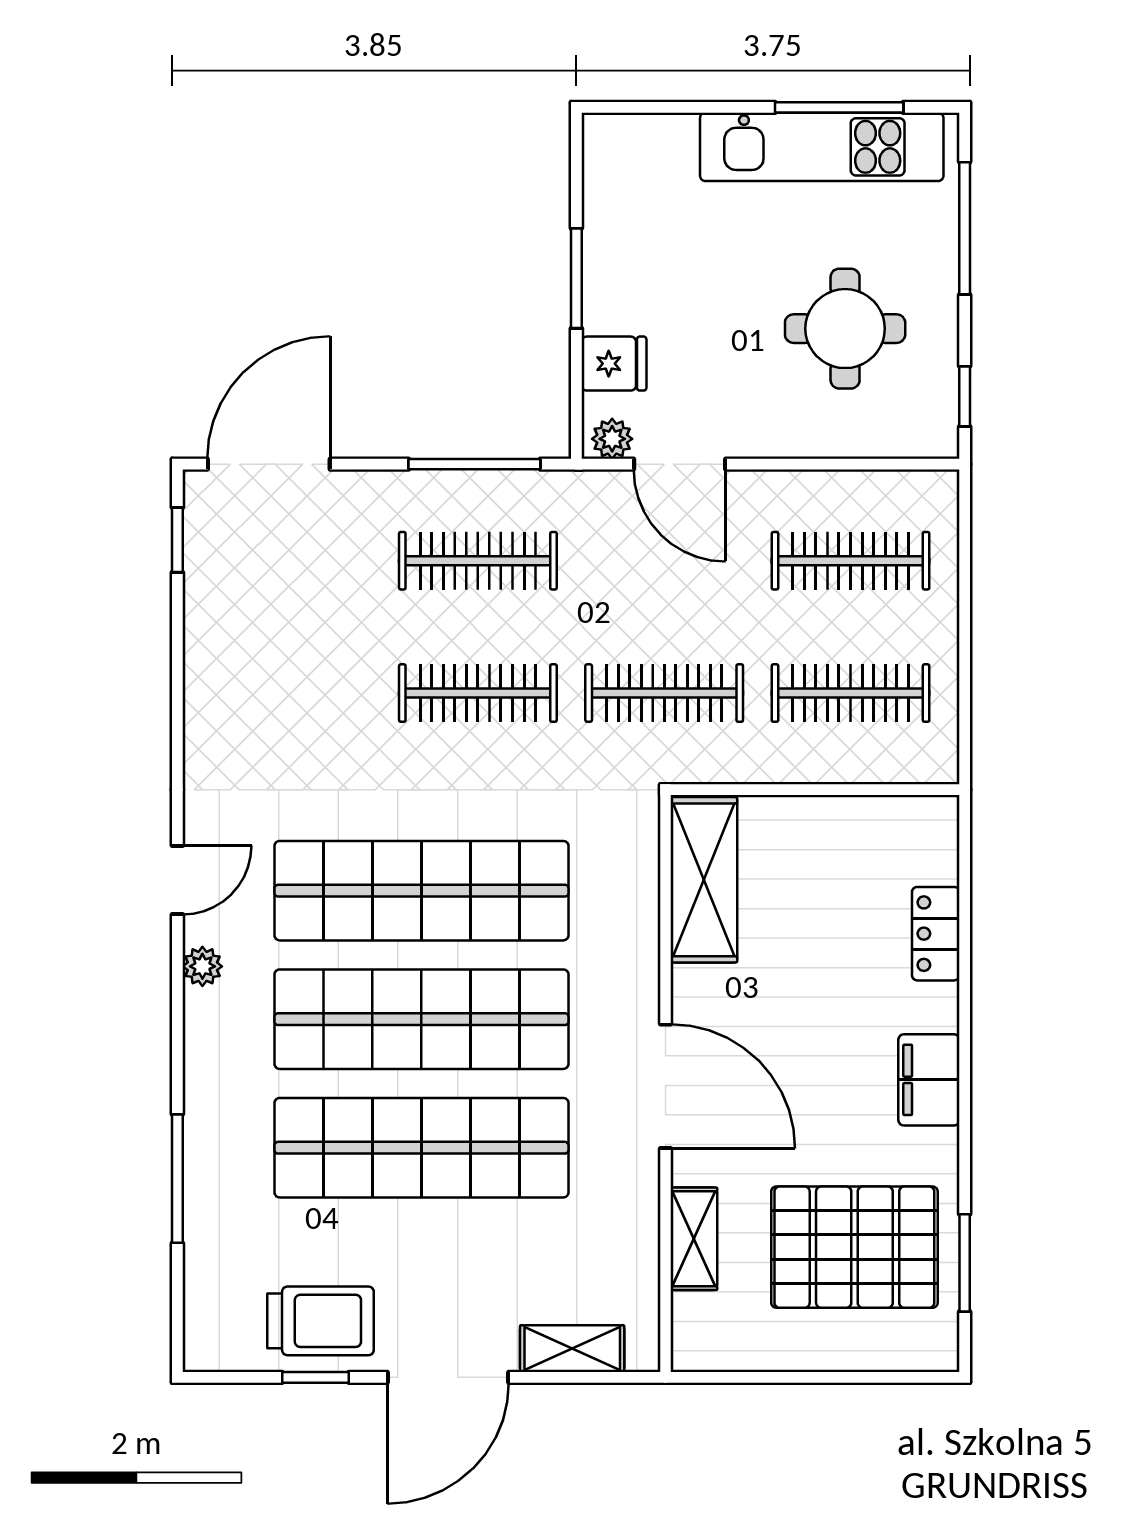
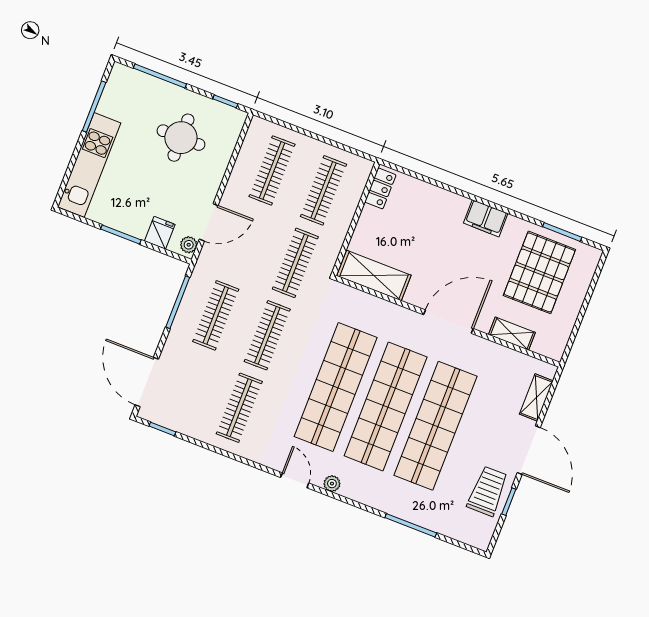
kitchen unit: (822, 147) -> (89, 165), moved
clothes rail: (292, 693) -> (239, 408), added
locker: (936, 934) -> (380, 188), moved, turned -90

